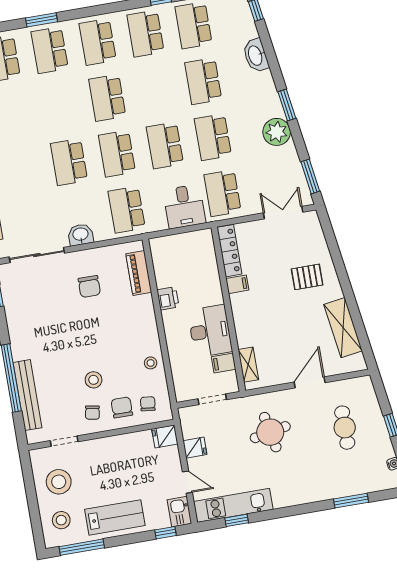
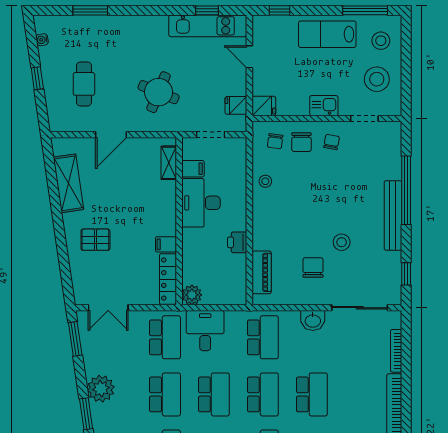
plant: (203, 239) -> (192, 295), added
stool: (94, 380) -> (342, 242), moved
bench: (27, 395) -> (393, 215), moved
round table: (270, 432) -> (159, 92), turned 33
fridge: (195, 448) -> (236, 105), moved
kitchen sink: (179, 512) -> (324, 106), moved, turned -90

